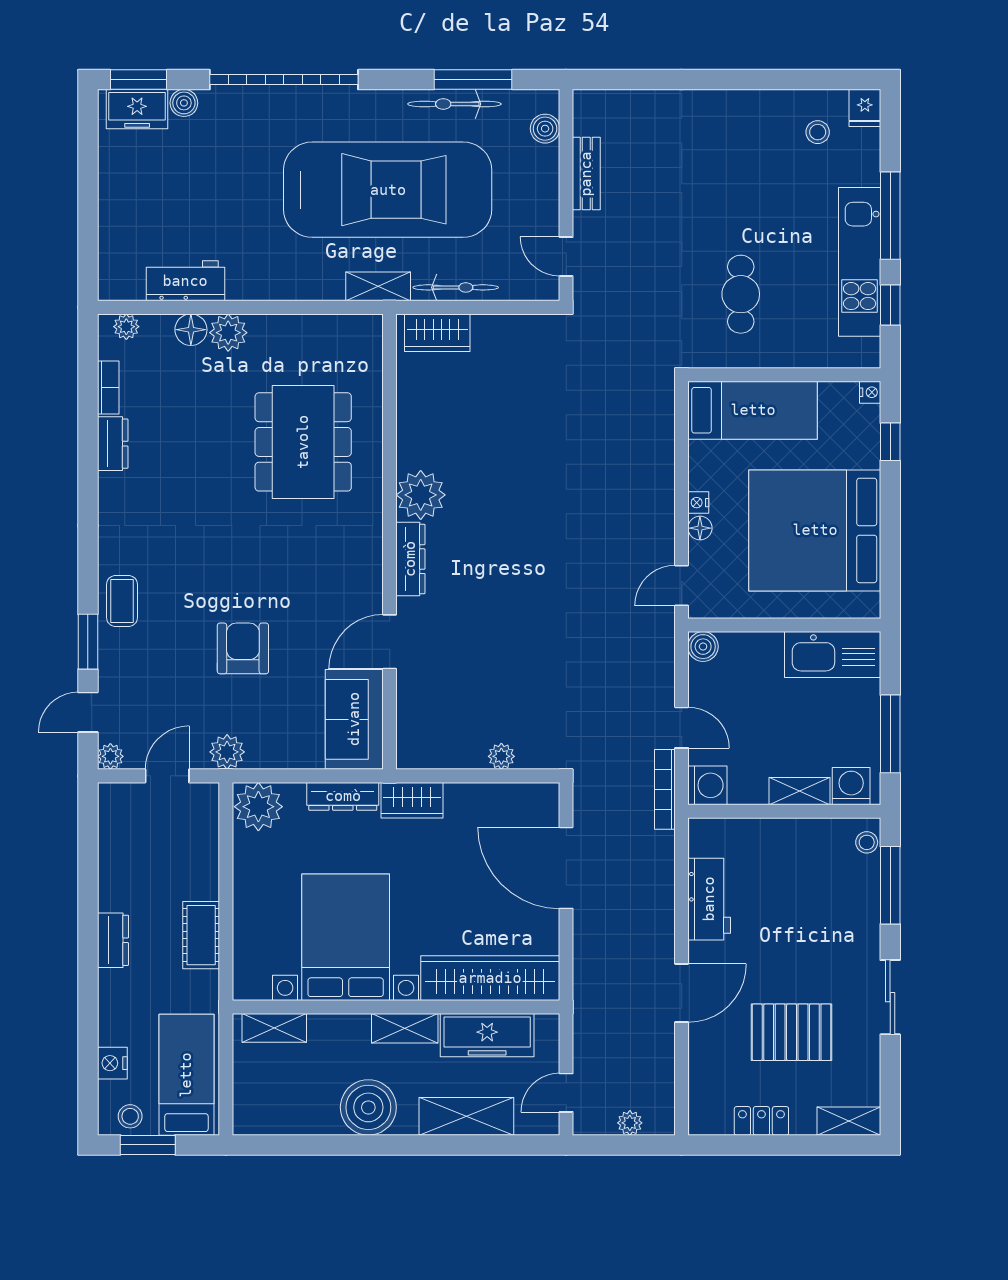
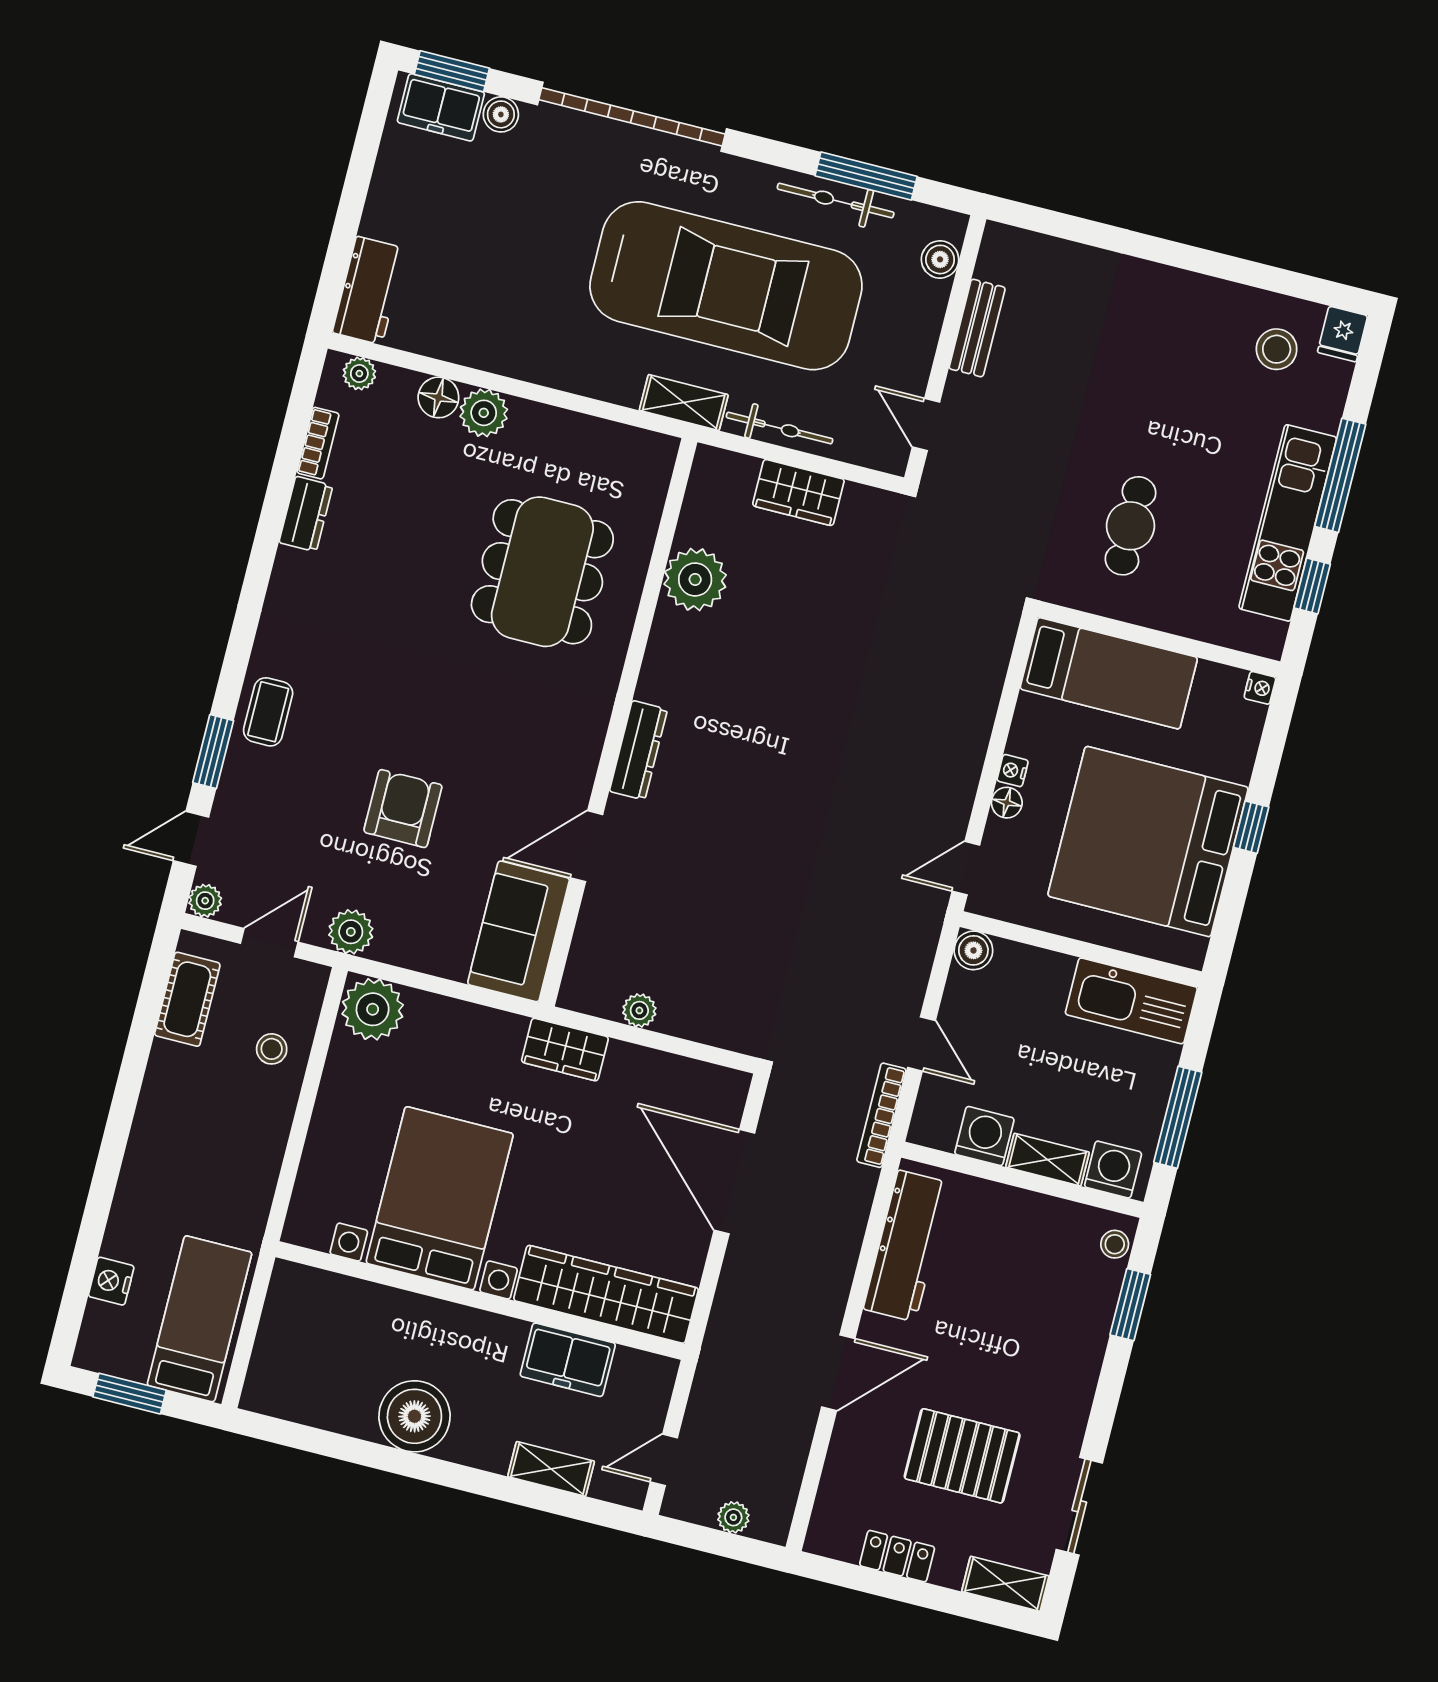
stool: (818, 132) -> (1277, 349), width x1.37, depth x1.37
workbench: (185, 281) -> (369, 291), moved, turned 90
wardrobe: (437, 333) -> (798, 493), moved
window: (890, 442) -> (1251, 827), moved
plant: (421, 495) -> (695, 579), moved
plant: (501, 756) -> (639, 1010), moved
washing machine: (707, 785) -> (984, 1136), moved, turned -90
dresser: (343, 796) -> (480, 1023), removed
window: (890, 885) -> (1130, 1305), width x0.69
workbench: (709, 899) -> (907, 1246), width x1.38
cot: (201, 935) -> (187, 999), moved
dresser: (113, 940) -> (151, 1129), removed
sliding door: (890, 997) -> (1079, 1506), moved
shelving: (274, 1028) -> (323, 1288), removed
shelving: (405, 1028) -> (484, 1330), removed
freezer: (487, 1035) -> (568, 1360), width x0.71
stool: (130, 1116) -> (272, 1049), moved
shelving: (466, 1116) -> (551, 1469), width x0.67, depth x0.75

